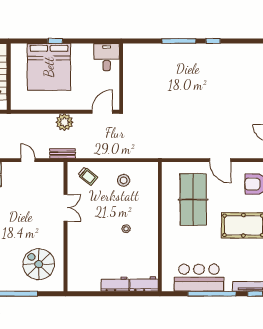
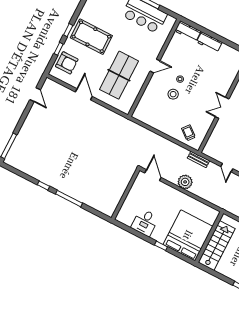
desk: (107, 57) -> (145, 222), moved
bed: (49, 67) -> (188, 235), moved
door: (102, 112) -> (153, 175), swing flipped
stool: (124, 180) -> (173, 94), moved
double door: (66, 208) -> (222, 108), moved
door: (160, 229) -> (155, 66), added

